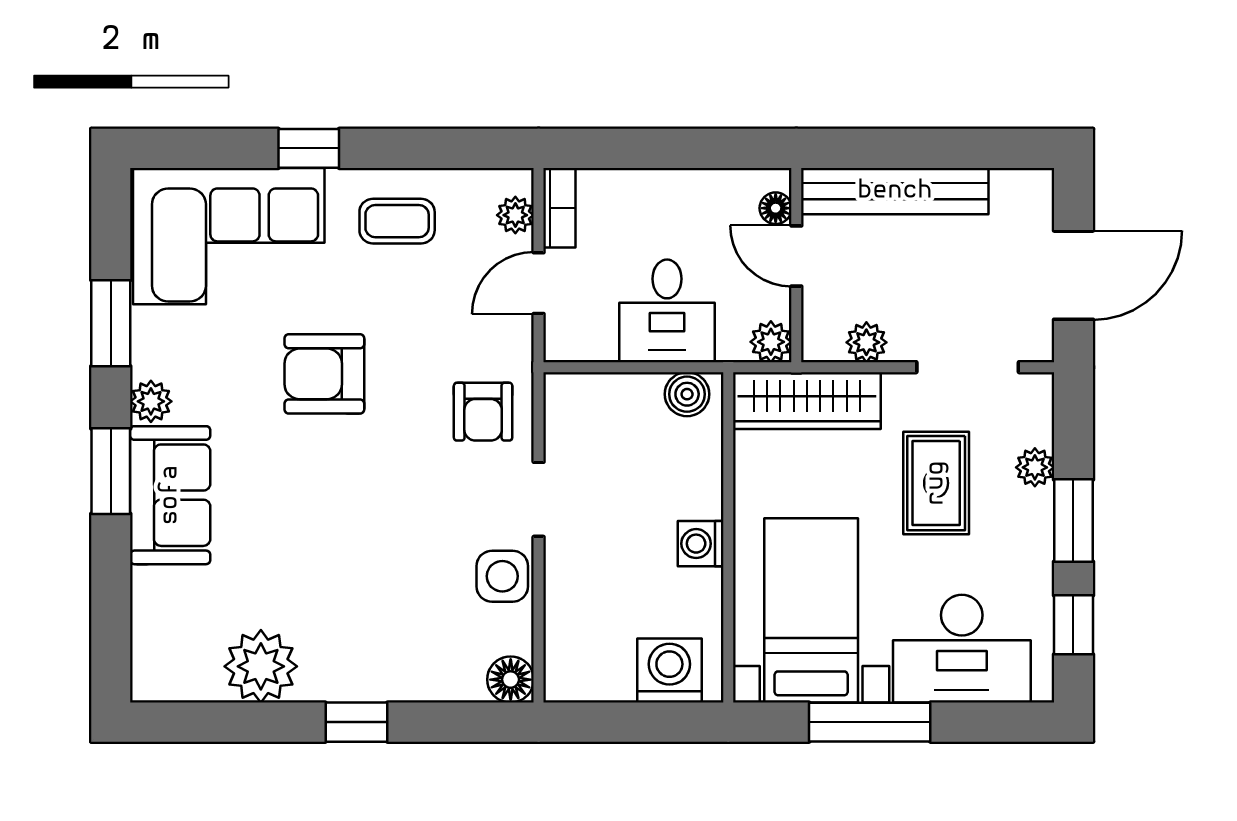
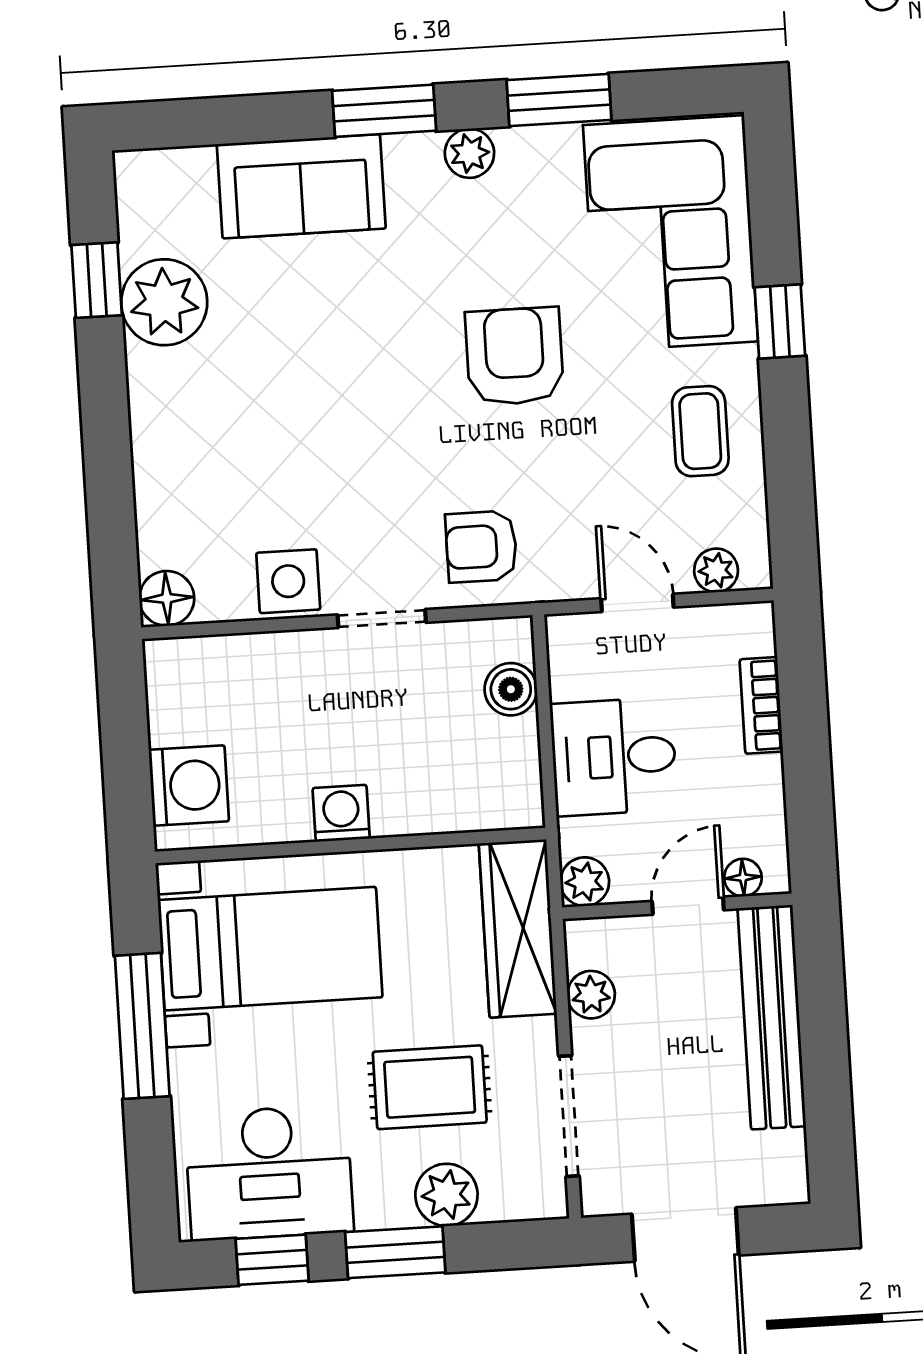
bookcase: (559, 208) -> (761, 705), moved, turned 90
boiler: (687, 394) -> (511, 689), moved
plant: (1035, 467) -> (446, 1195), width x1.38, depth x1.38
sofa: (170, 495) -> (301, 186), moved
desk: (962, 649) -> (269, 1173), moved, turned -90
window: (356, 722) -> (97, 280), moved

